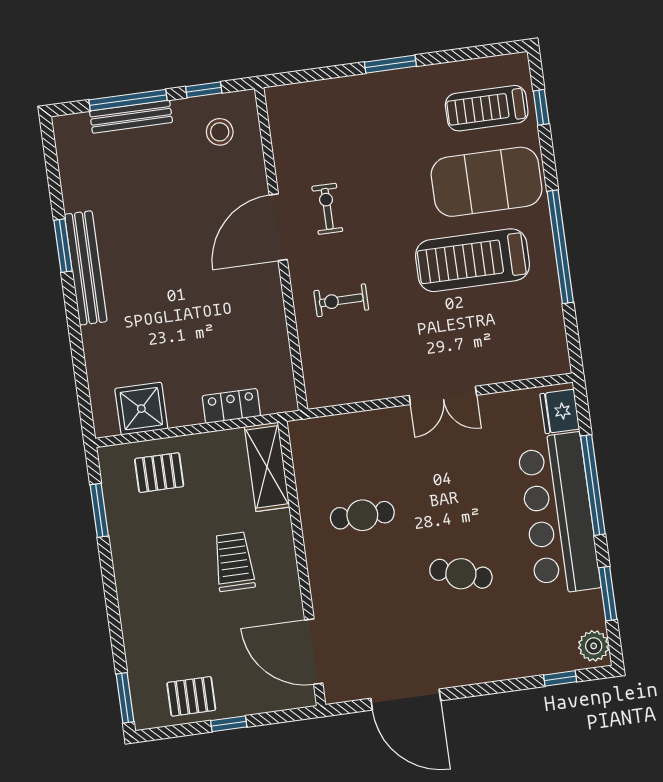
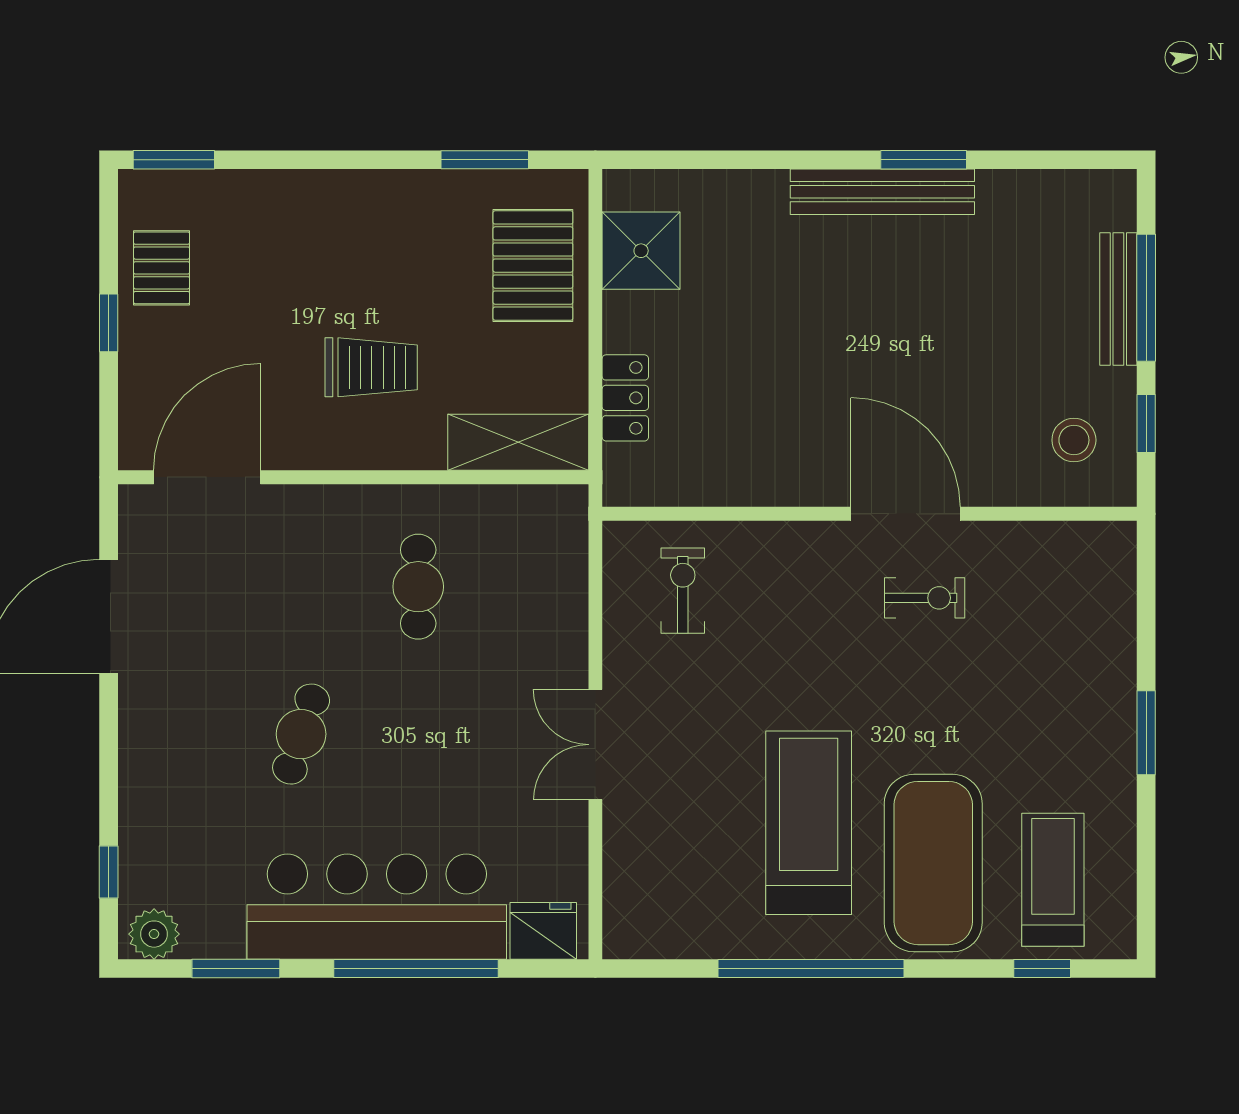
exercise bike: (341, 300) -> (683, 591), moved
pallet: (159, 473) -> (533, 266), width x1.50, depth x1.42

